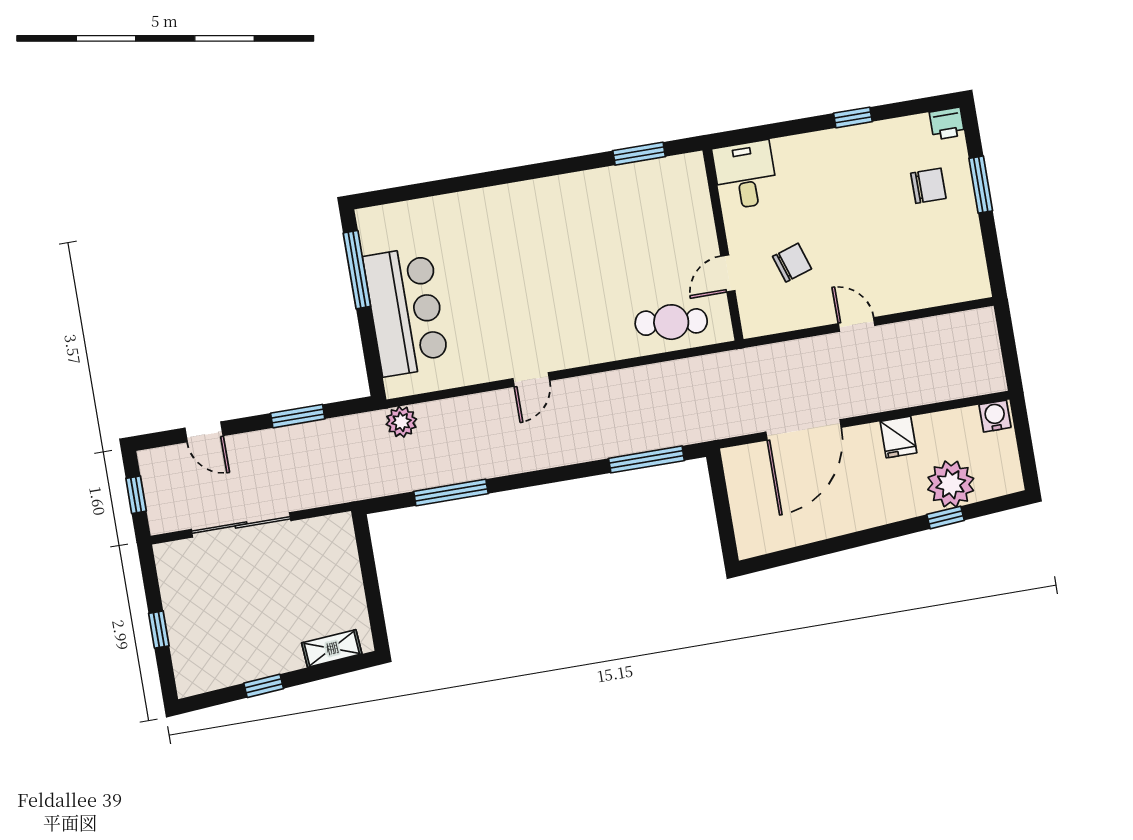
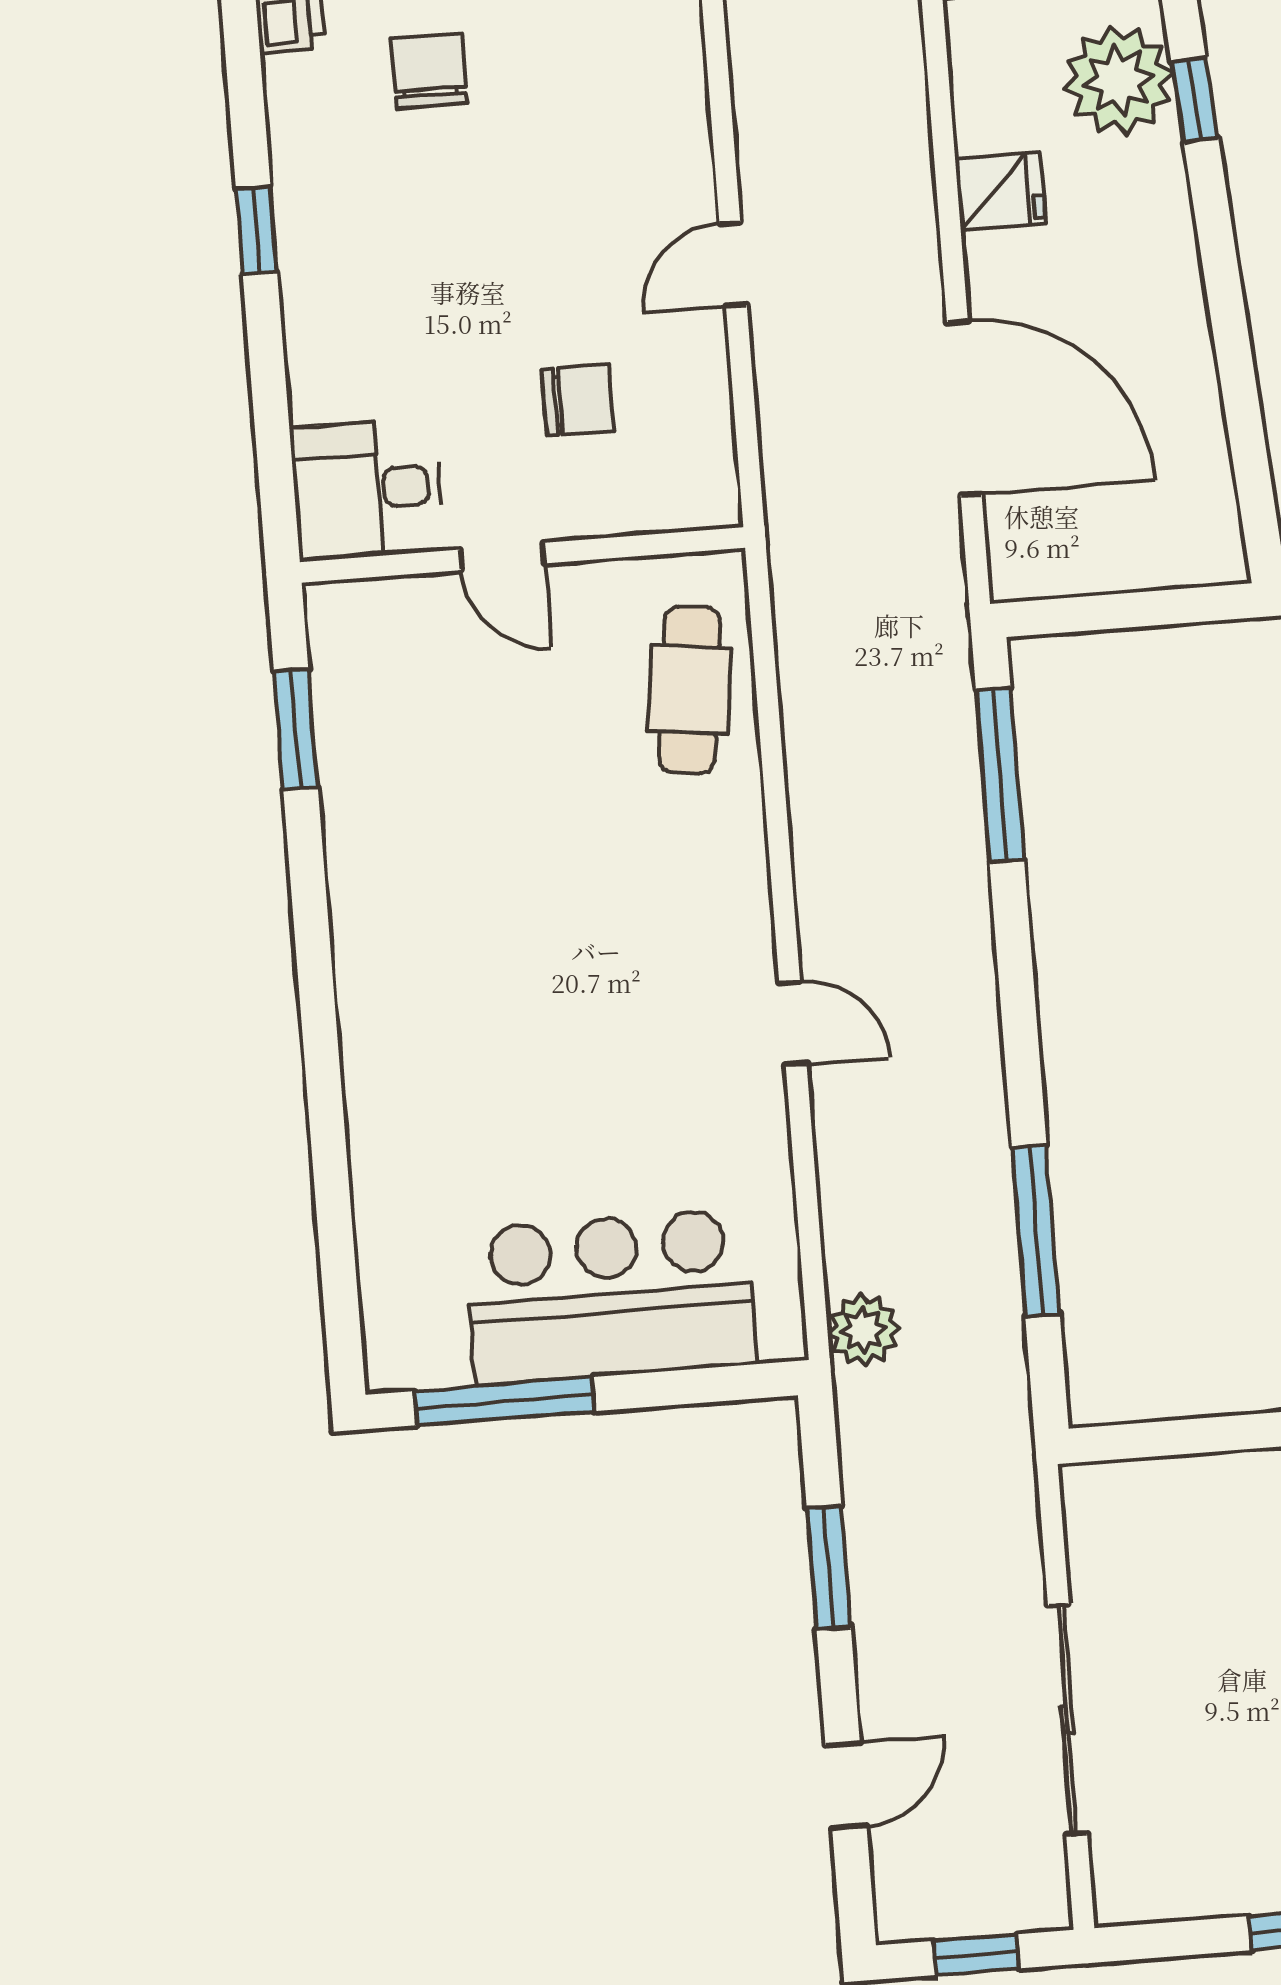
chair: (792, 263) -> (578, 400), turned 108
door: (728, 273) -> (502, 557), moved

